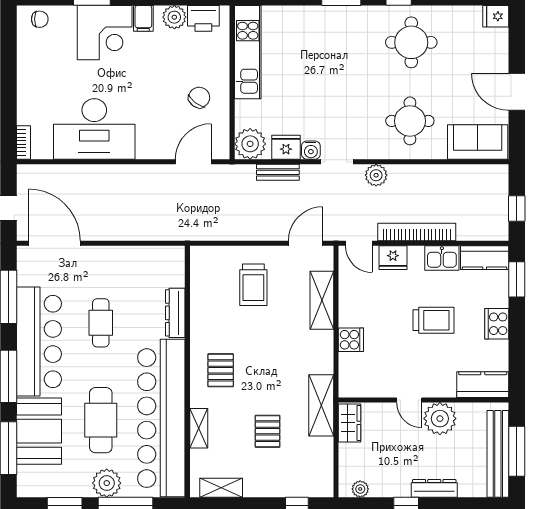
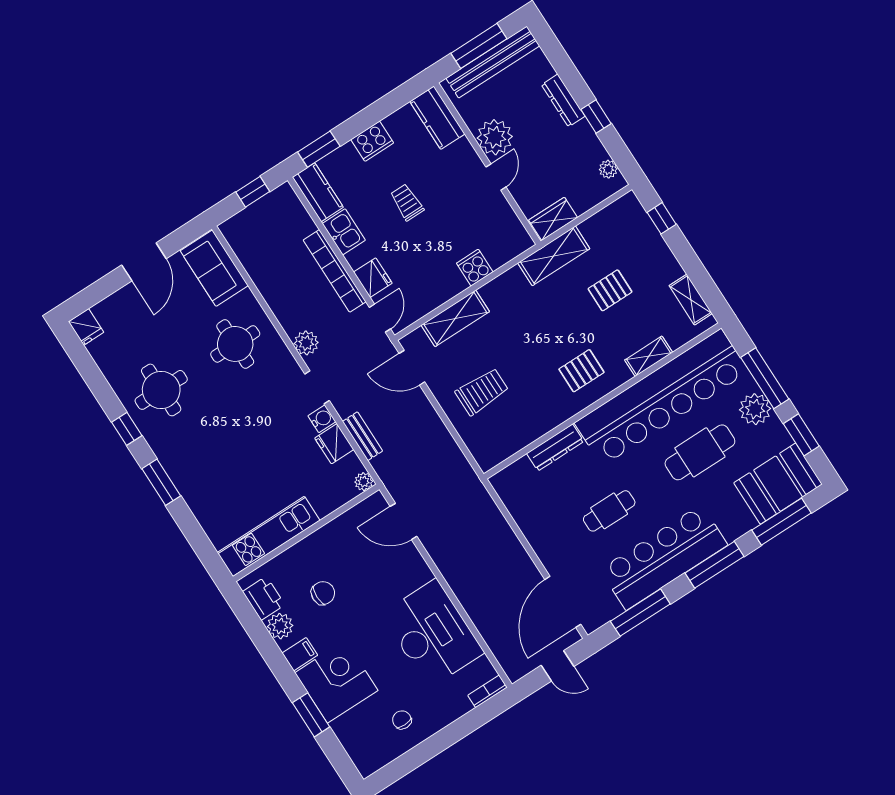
chair: (40, 19) -> (402, 720), moved
chair: (199, 98) -> (323, 593), moved, turned 142
plant: (250, 144) -> (364, 482), width x0.53, depth x0.53
trolley: (434, 320) -> (407, 202), width x0.73, depth x0.72
booth: (39, 431) -> (778, 484), moved

